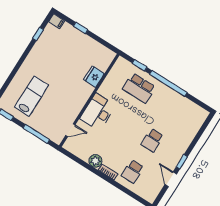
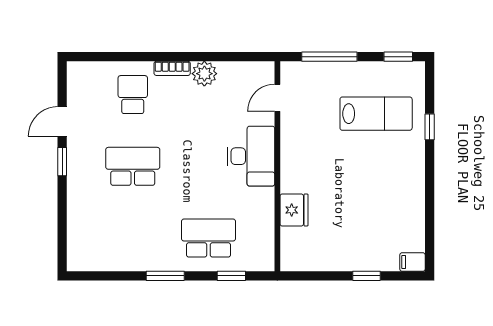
window: (38, 34) -> (430, 127), moved
window: (168, 83) -> (165, 276), width x0.47
lab bench: (32, 96) -> (376, 114), turned -90
school desk: (152, 140) -> (133, 166), width x1.85
door: (171, 179) -> (62, 121), swing flipped

